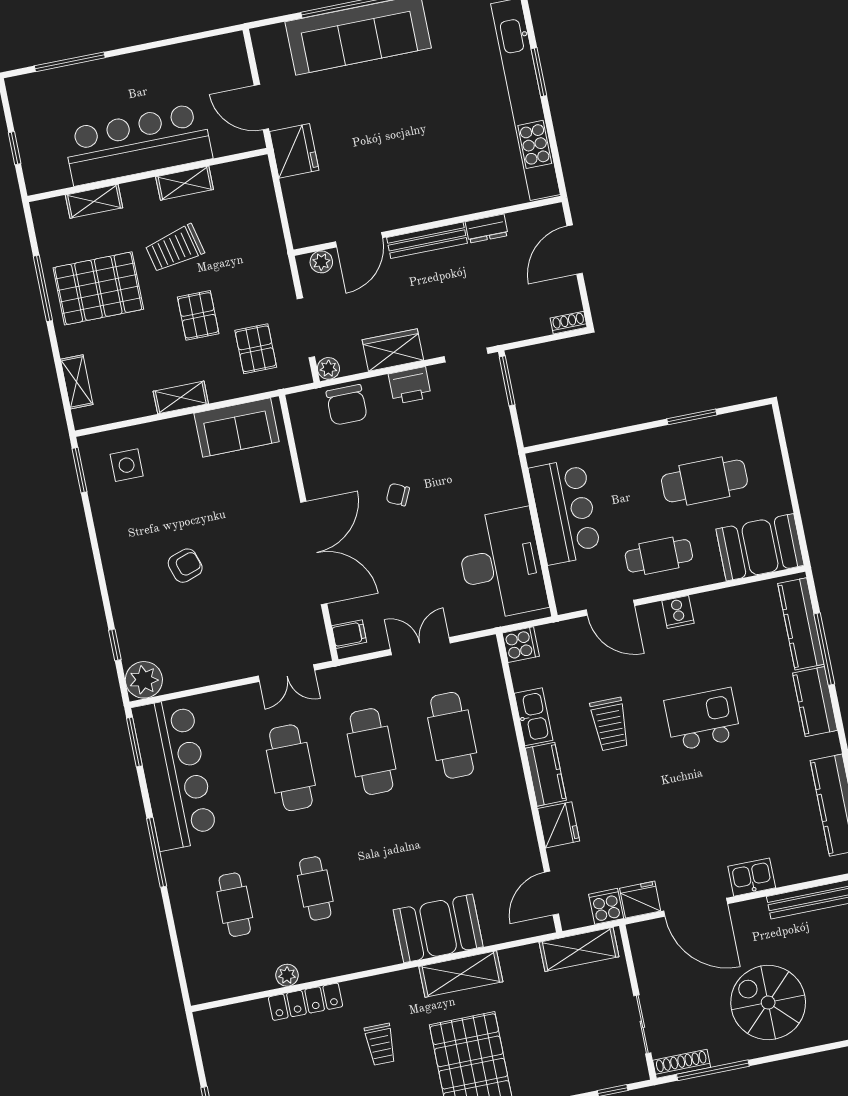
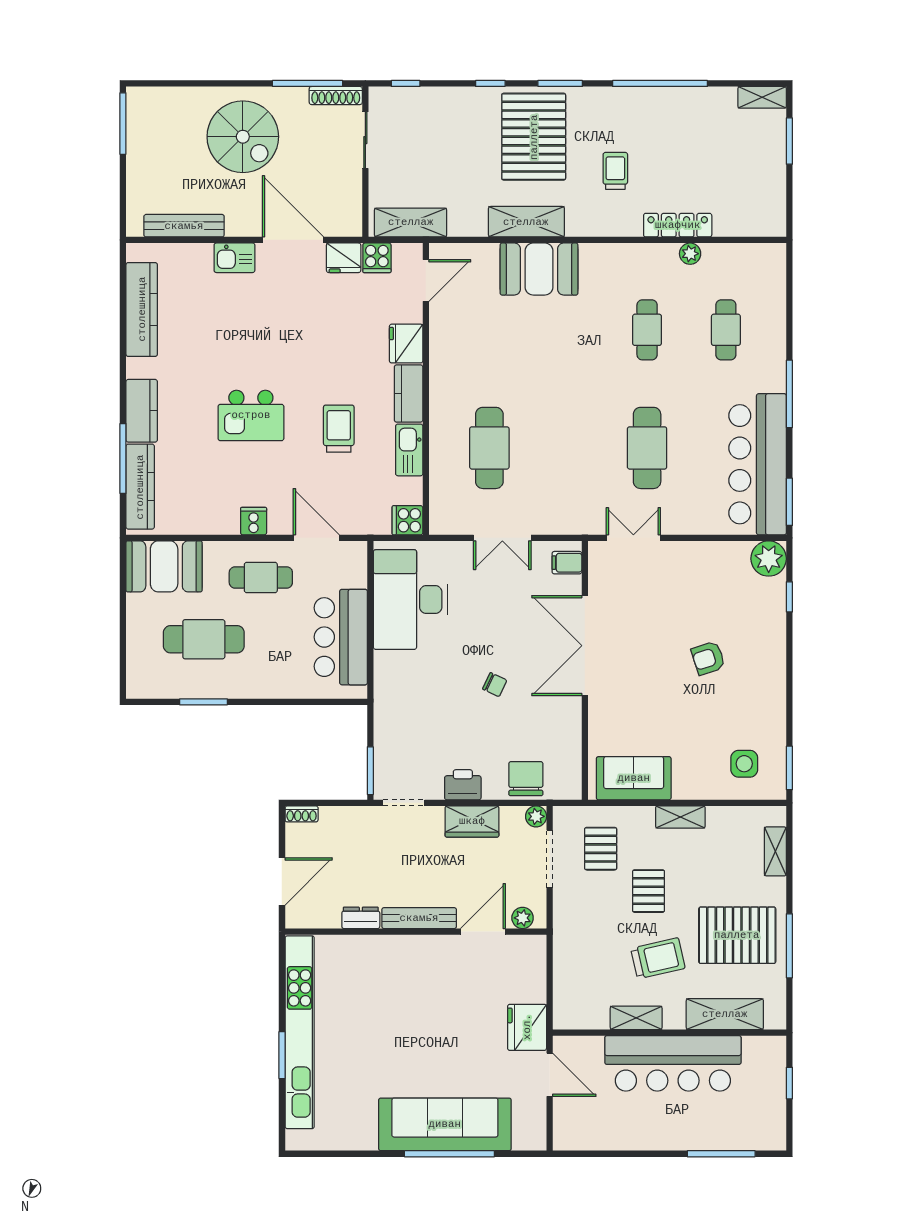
shelving: (94, 201) -> (725, 1014), width x1.50, depth x1.33
cafe table: (371, 752) -> (568, 448), removed

